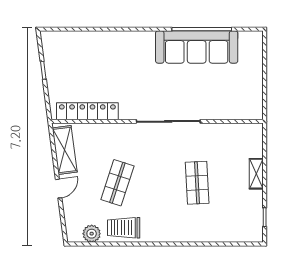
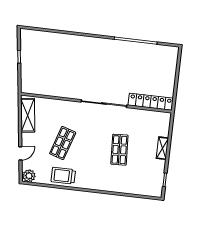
sofa: (197, 47) -> (130, 53), removed
locker: (87, 111) -> (151, 102), moved
door: (59, 189) -> (20, 153), moved
plant: (92, 234) -> (29, 176), moved

